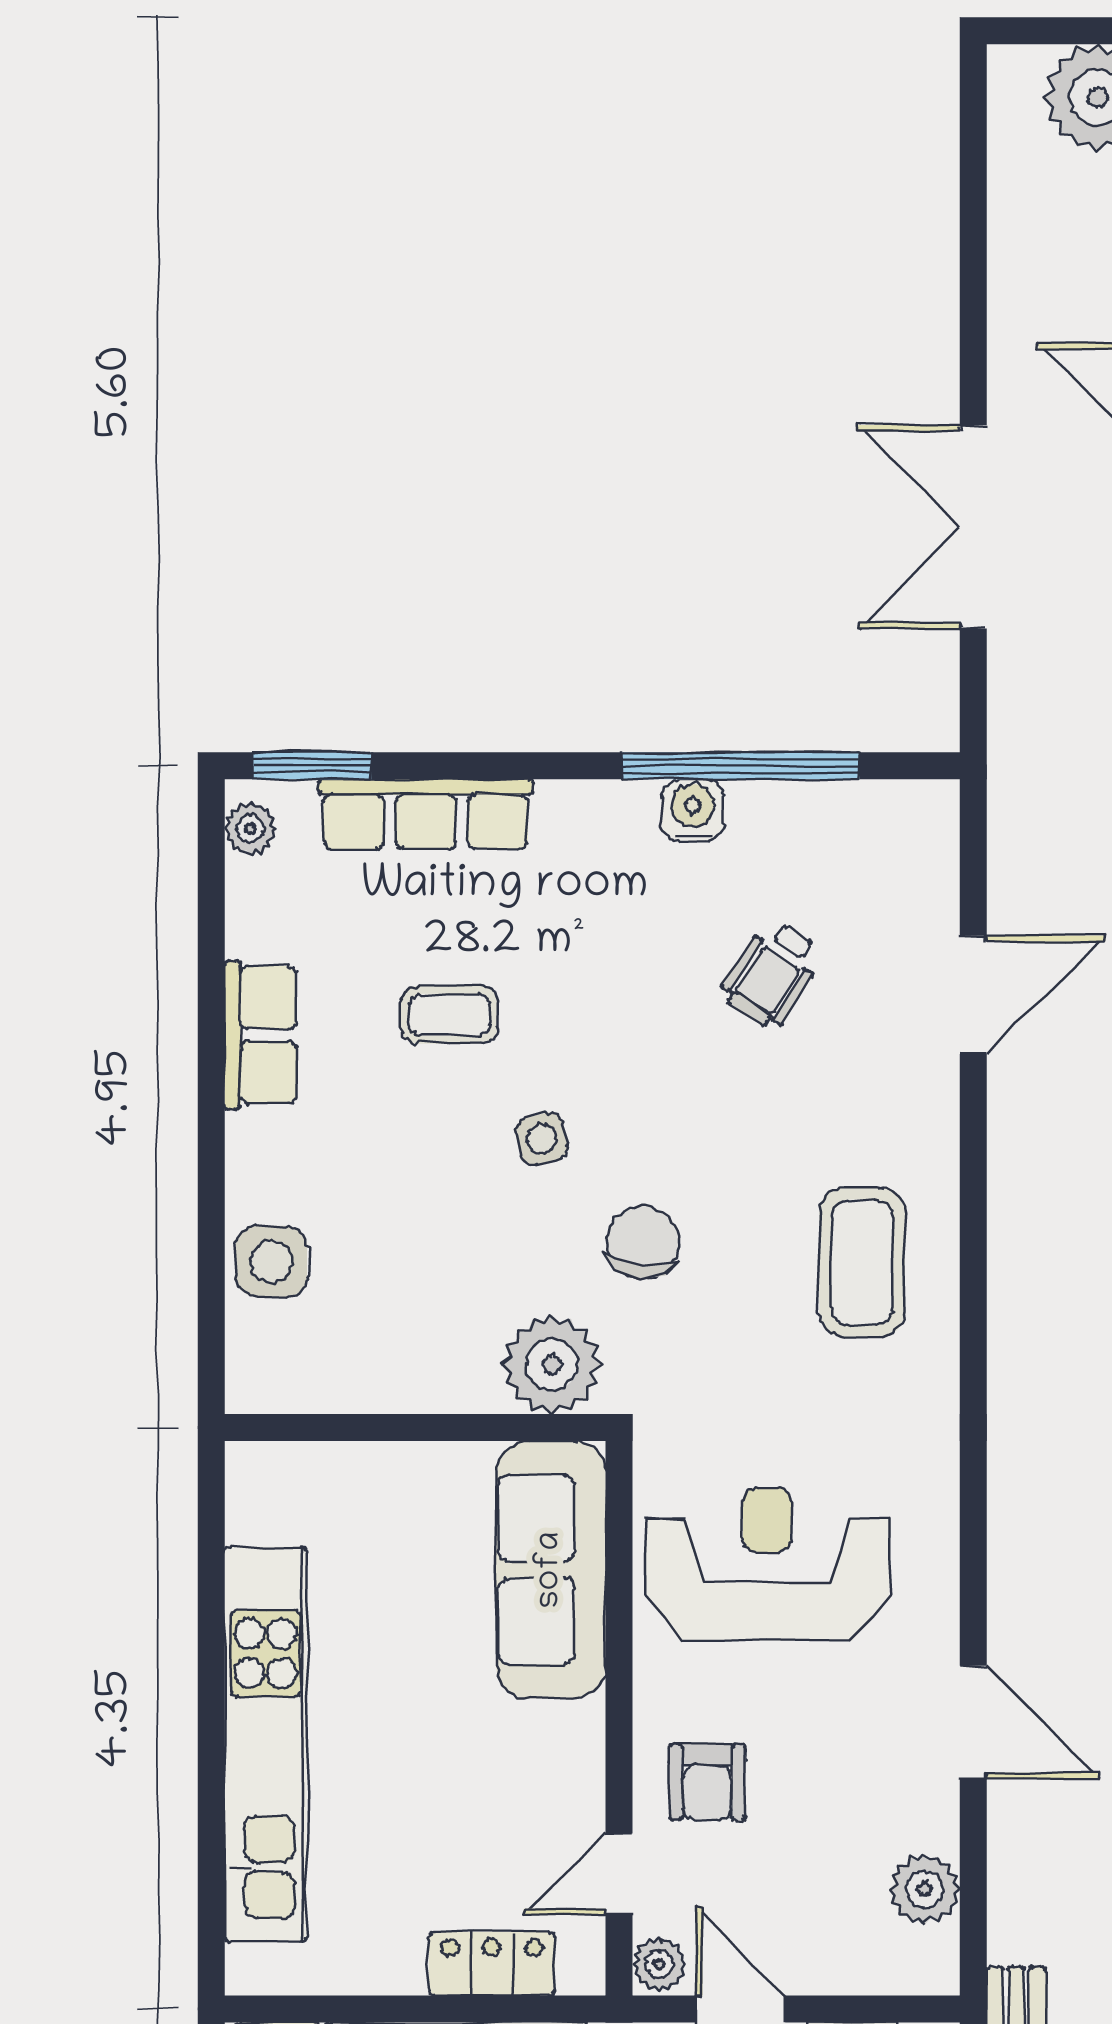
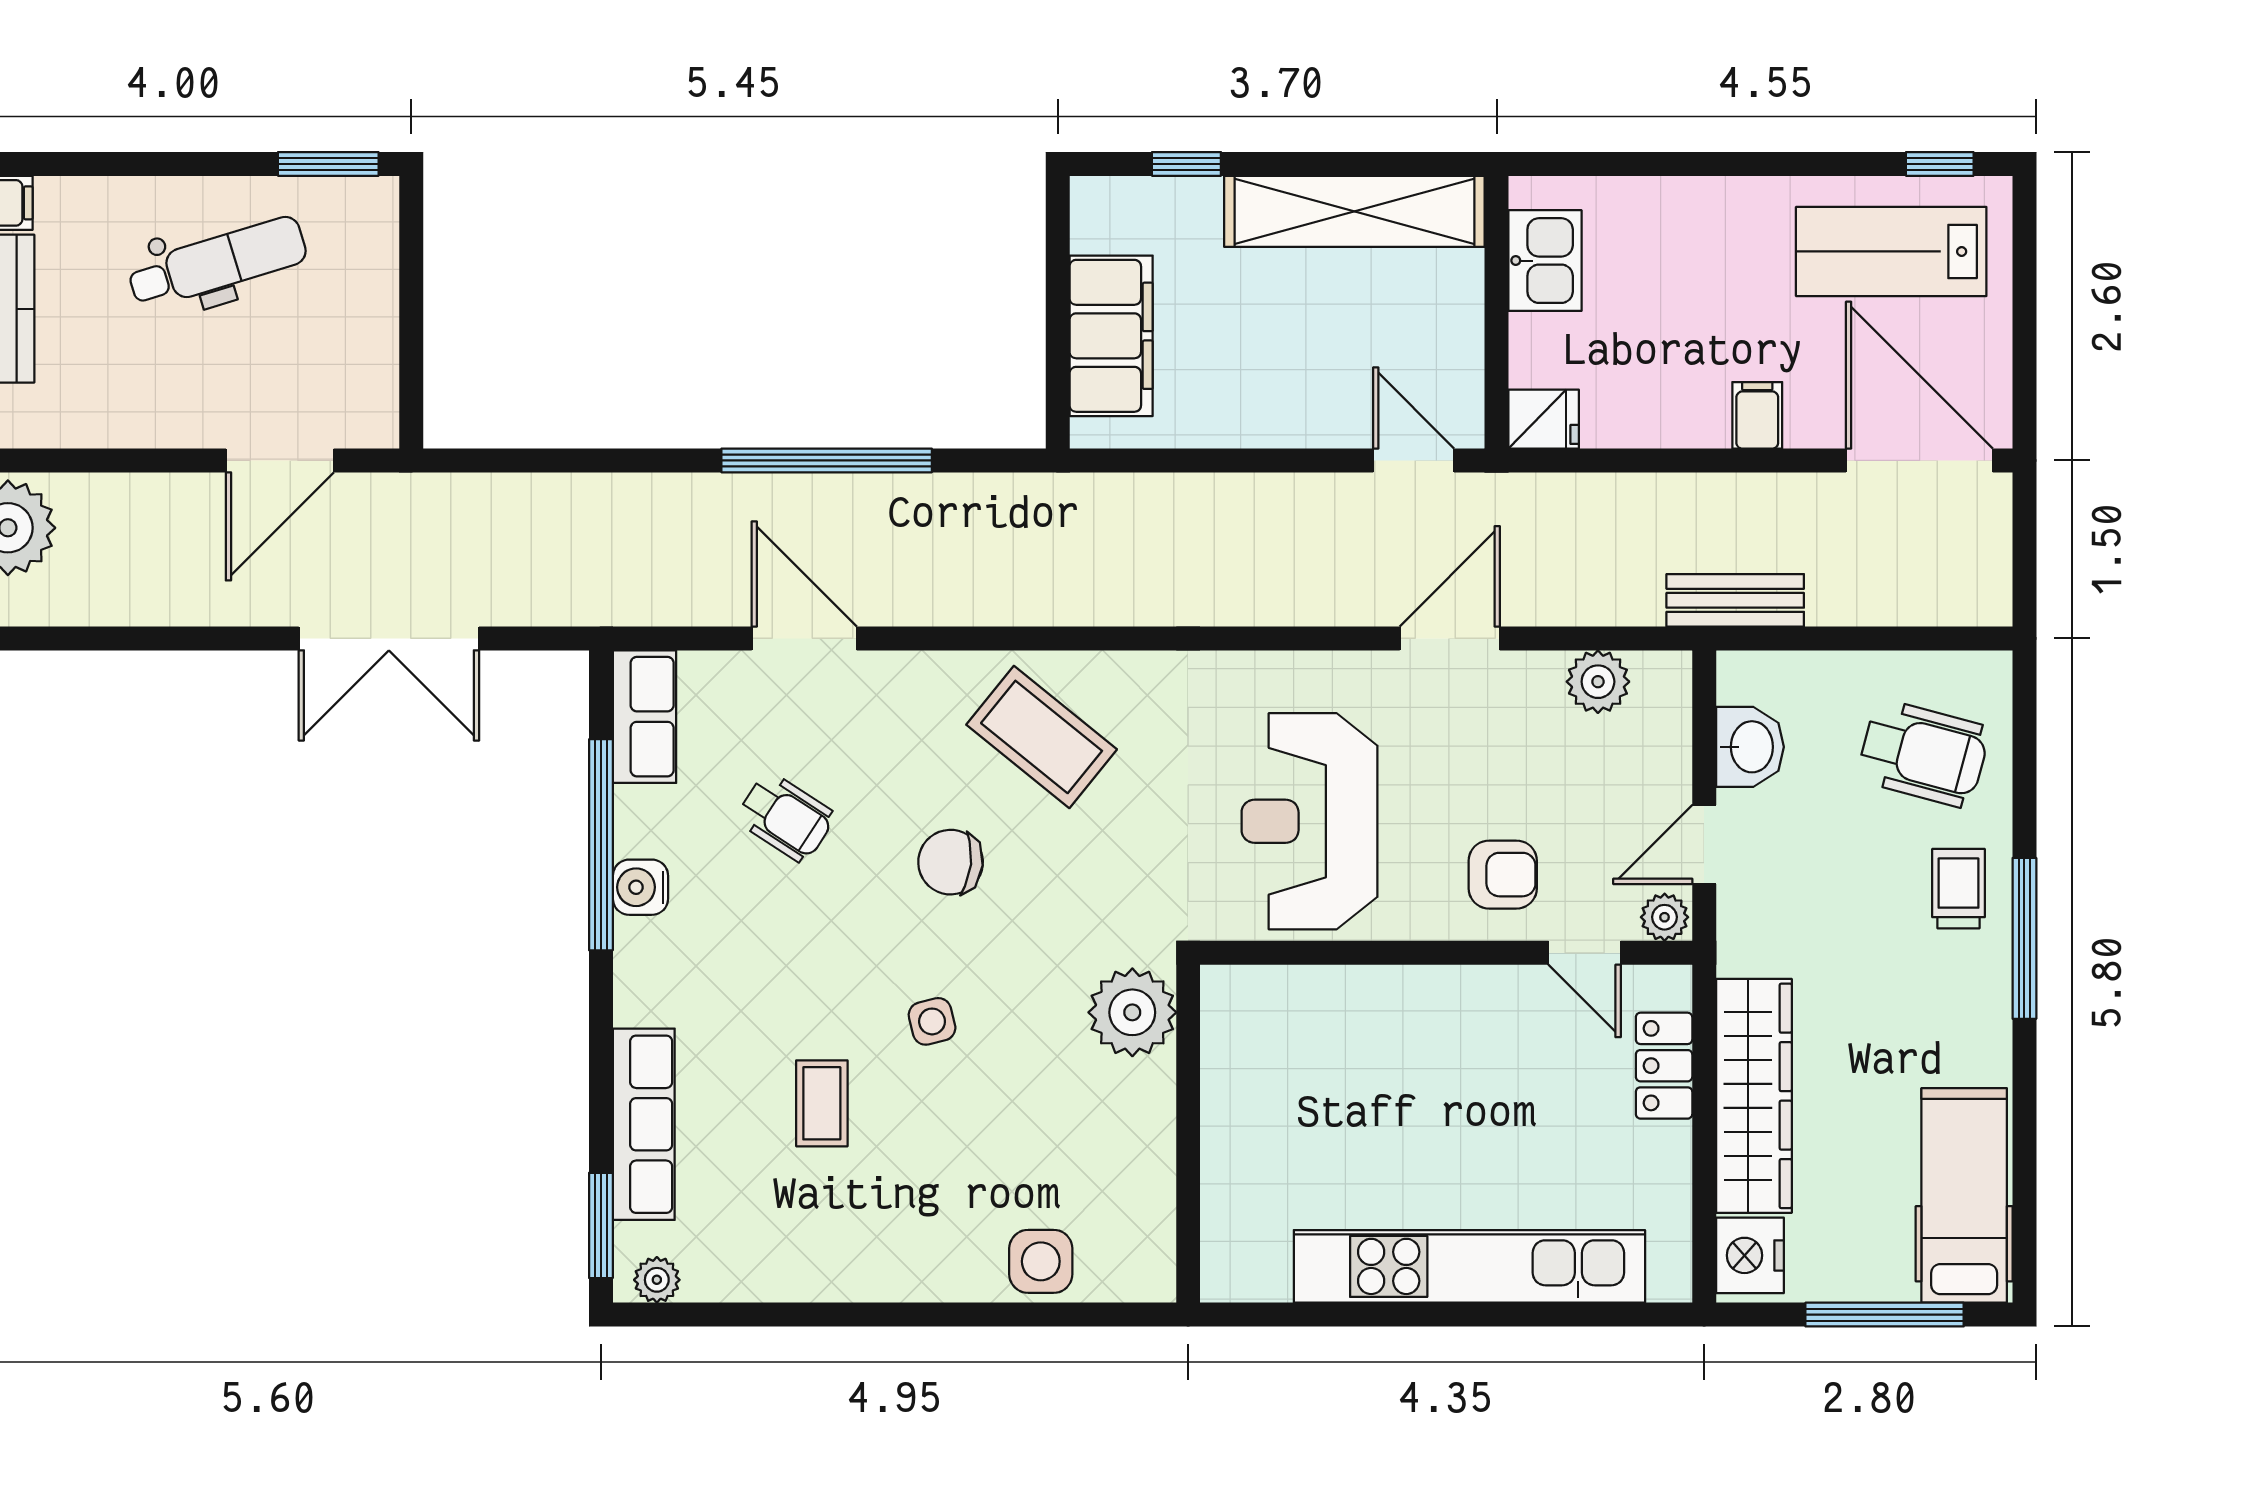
row of seats: (260, 1035) -> (645, 717), moved, turned 90
chair: (643, 1243) -> (951, 862), moved
coffee table: (862, 1262) -> (1042, 737), turned 39
sofa: (551, 1570) -> (1314, 1013), removed

